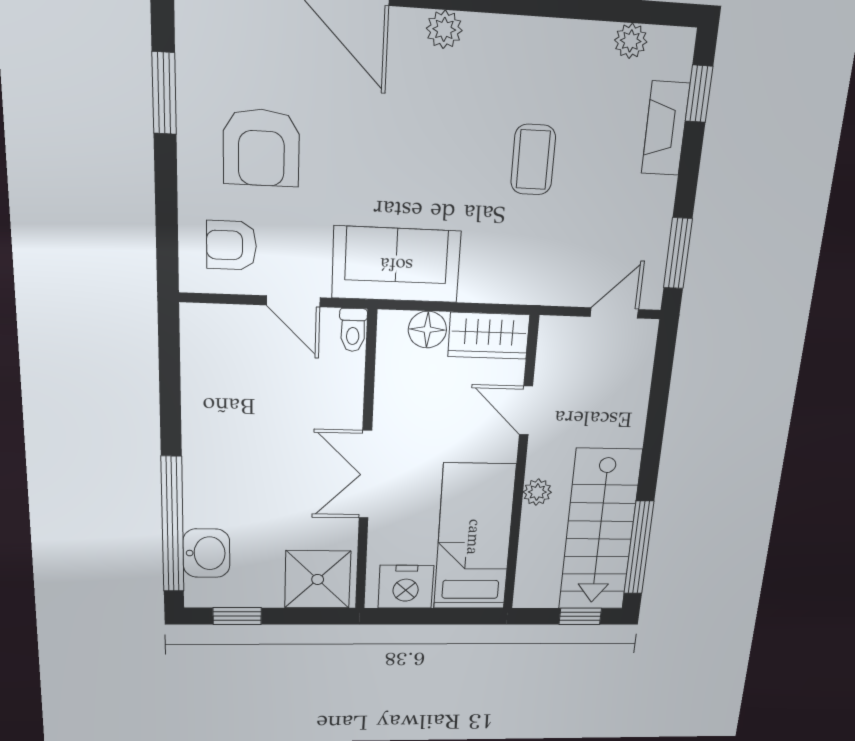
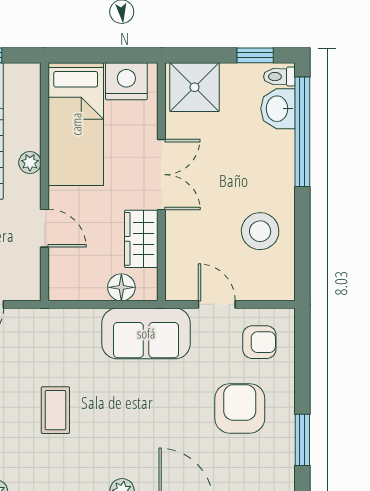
toilet: (353, 330) -> (279, 77), moved, turned -90
wardrobe: (489, 336) -> (141, 239), moved, turned -90
stool: (230, 399) -> (260, 231), added

